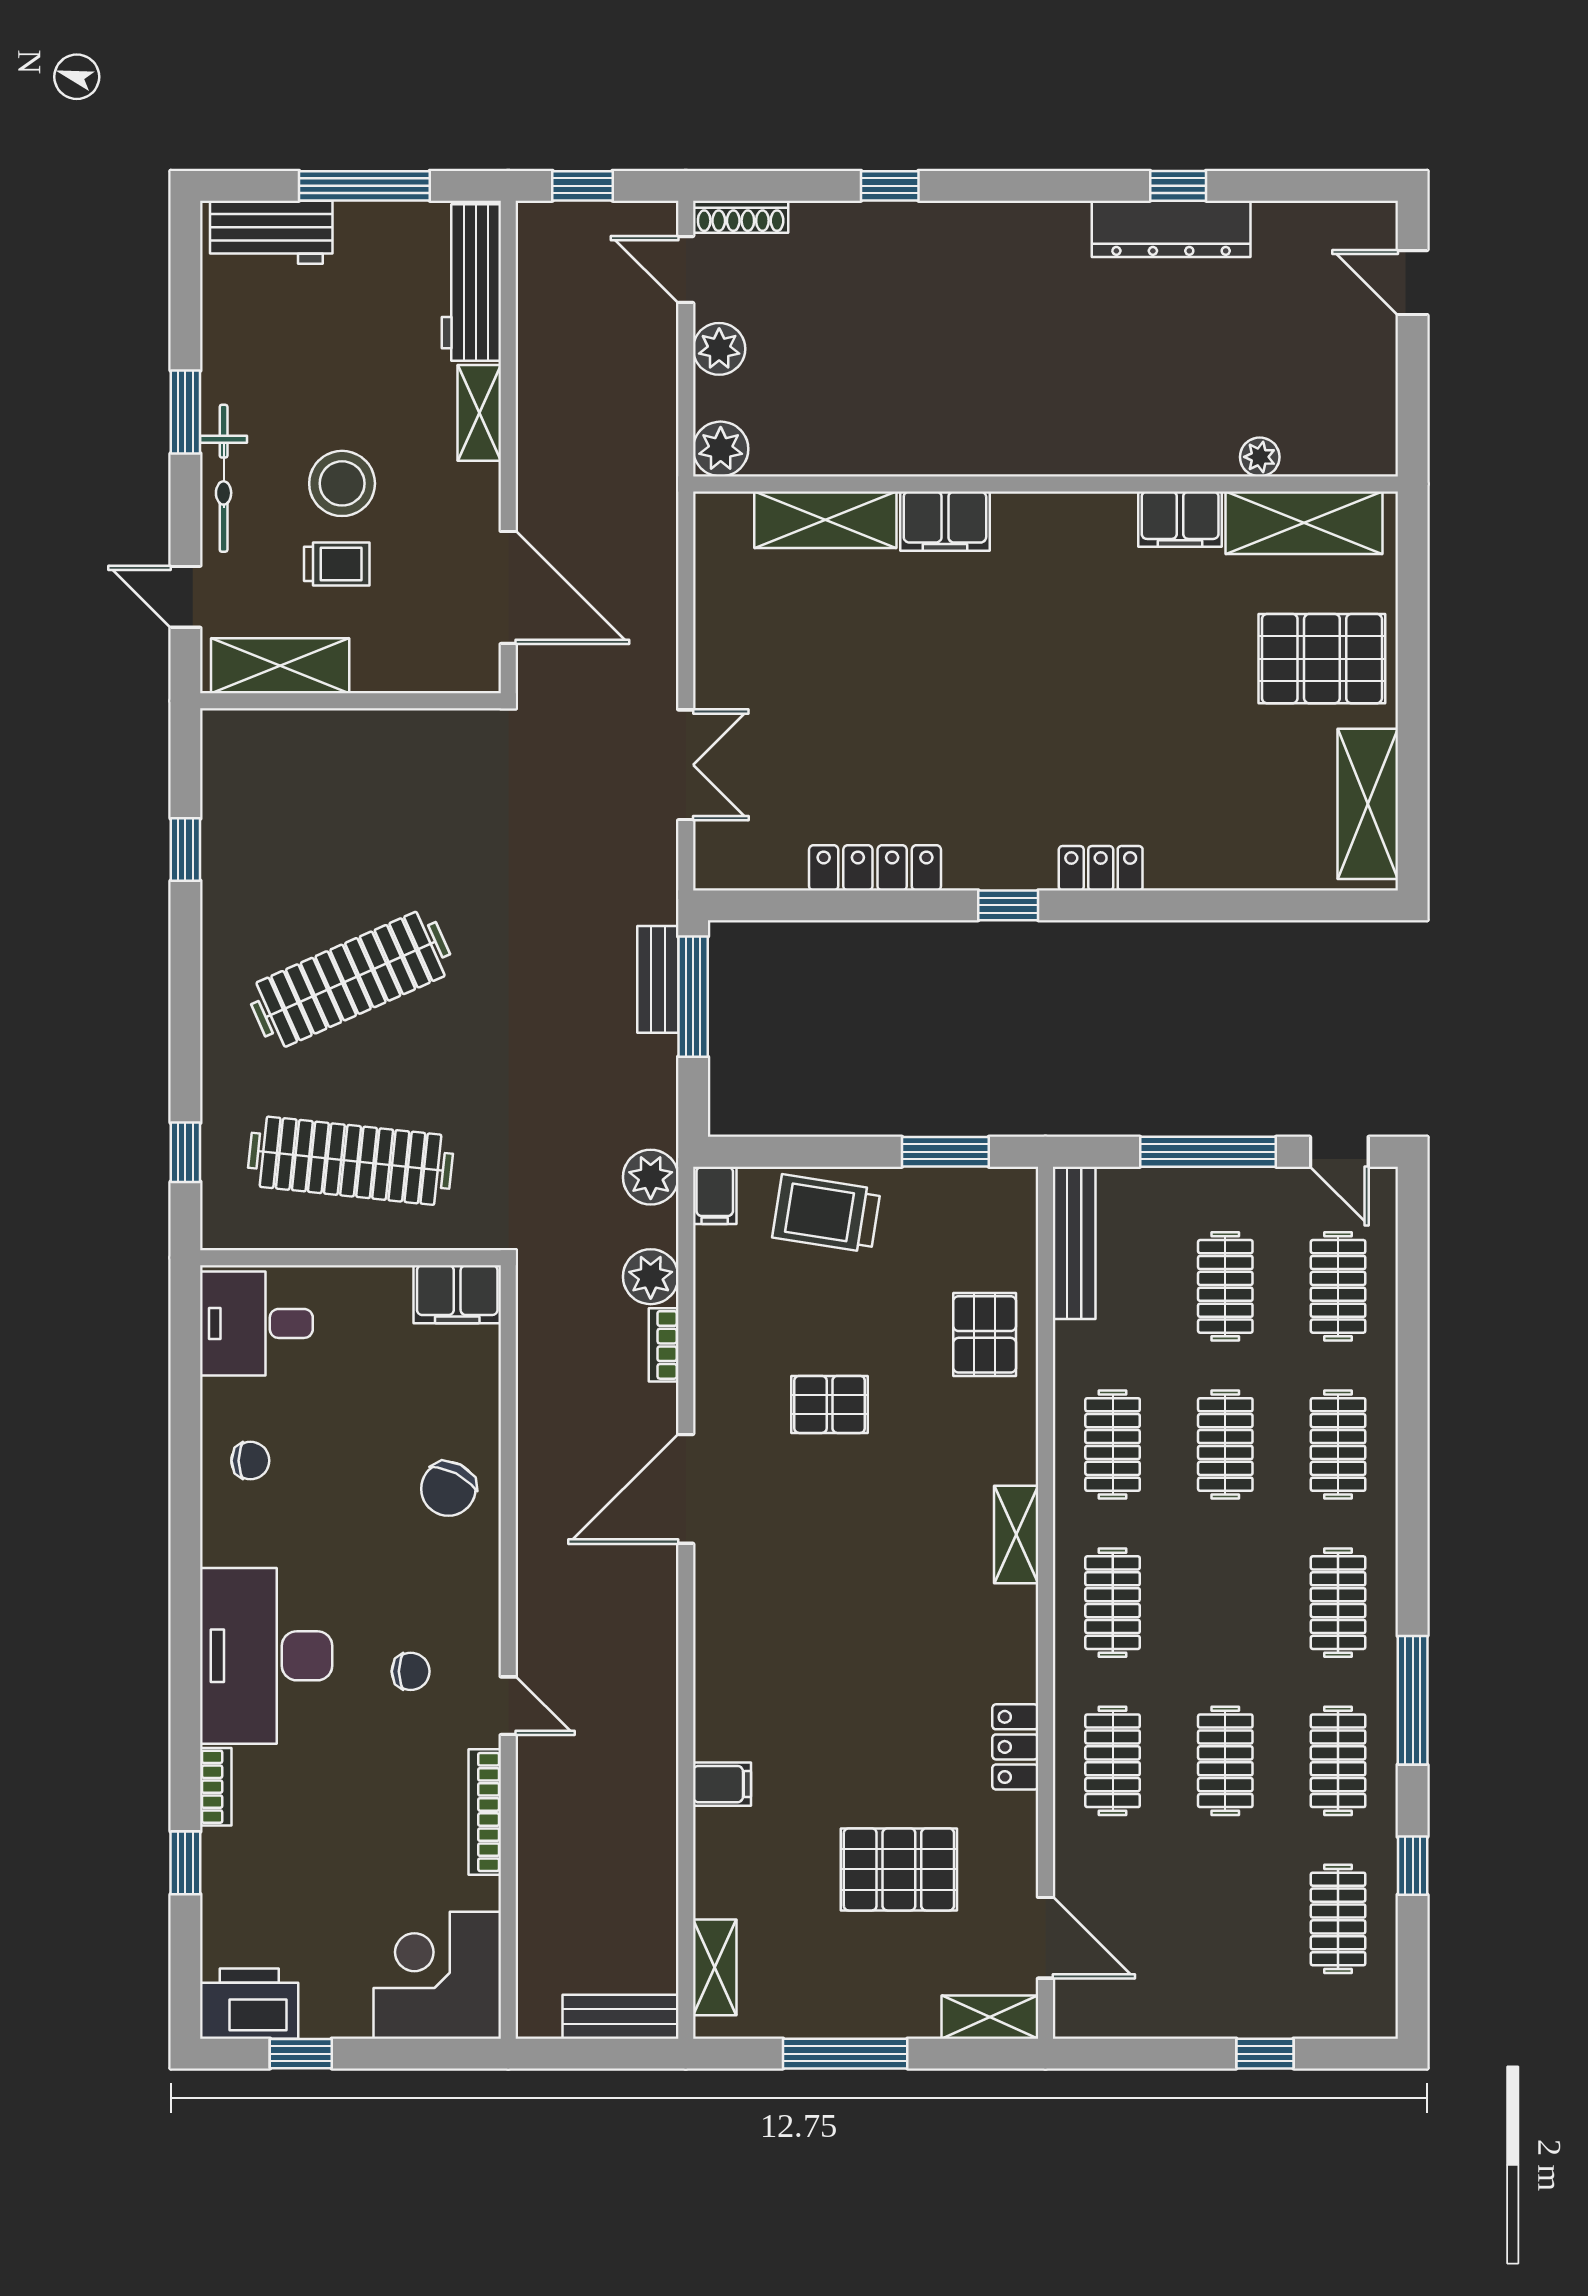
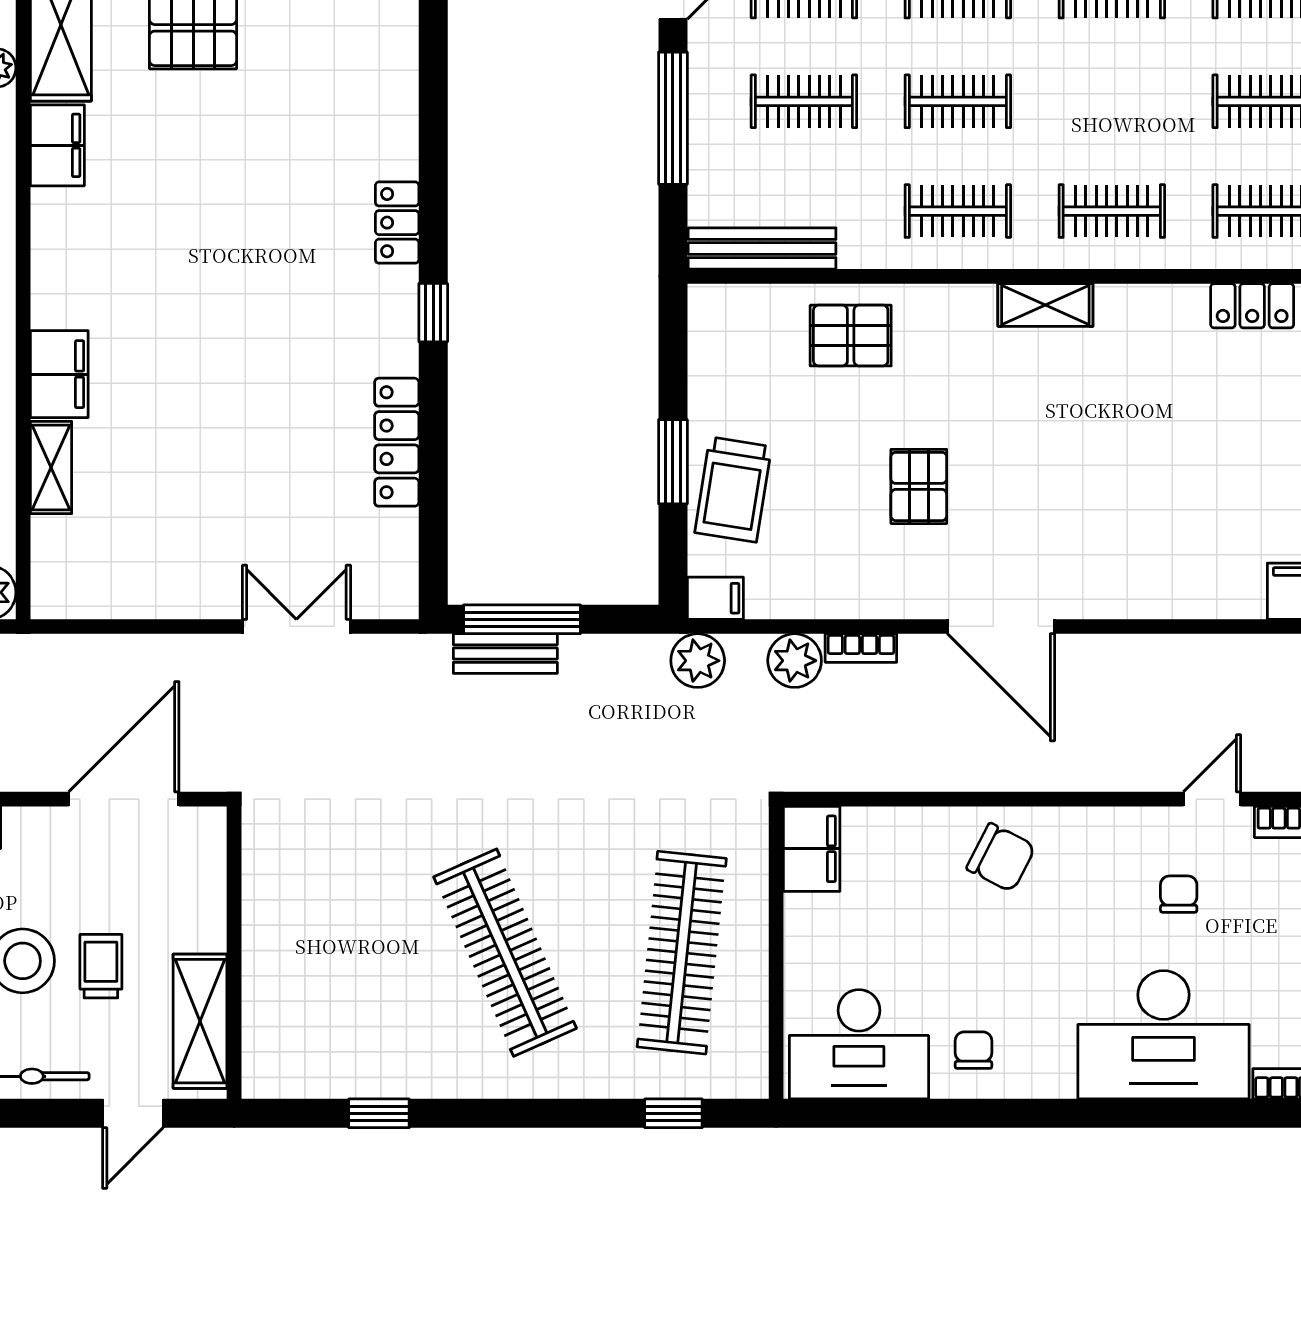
shelving: (825, 520) -> (51, 468), width x0.67, depth x0.75
window: (945, 1152) -> (673, 462), moved
desk: (256, 1323) -> (859, 1044), width x1.37

